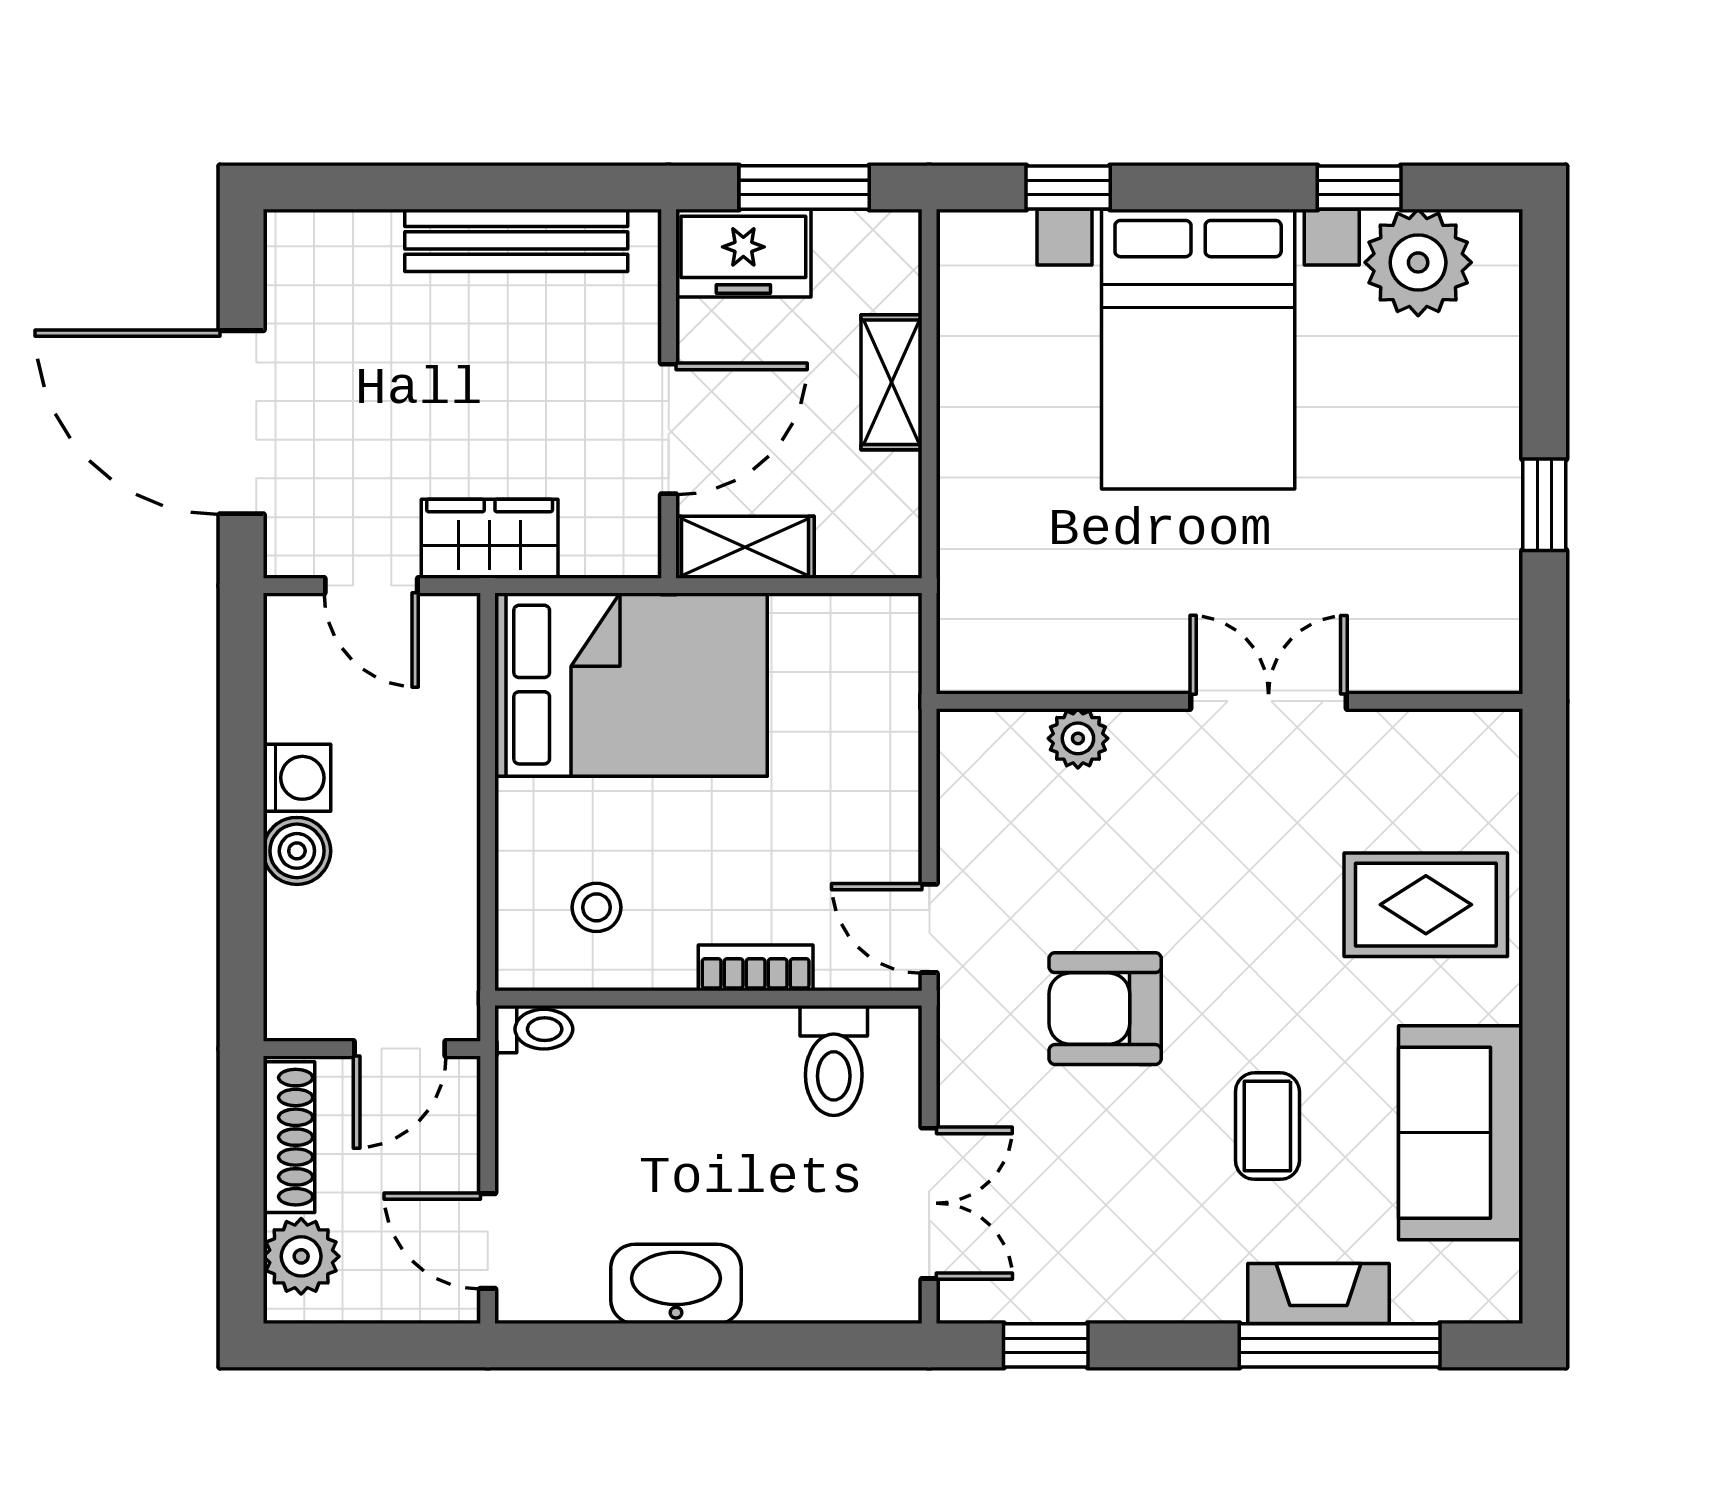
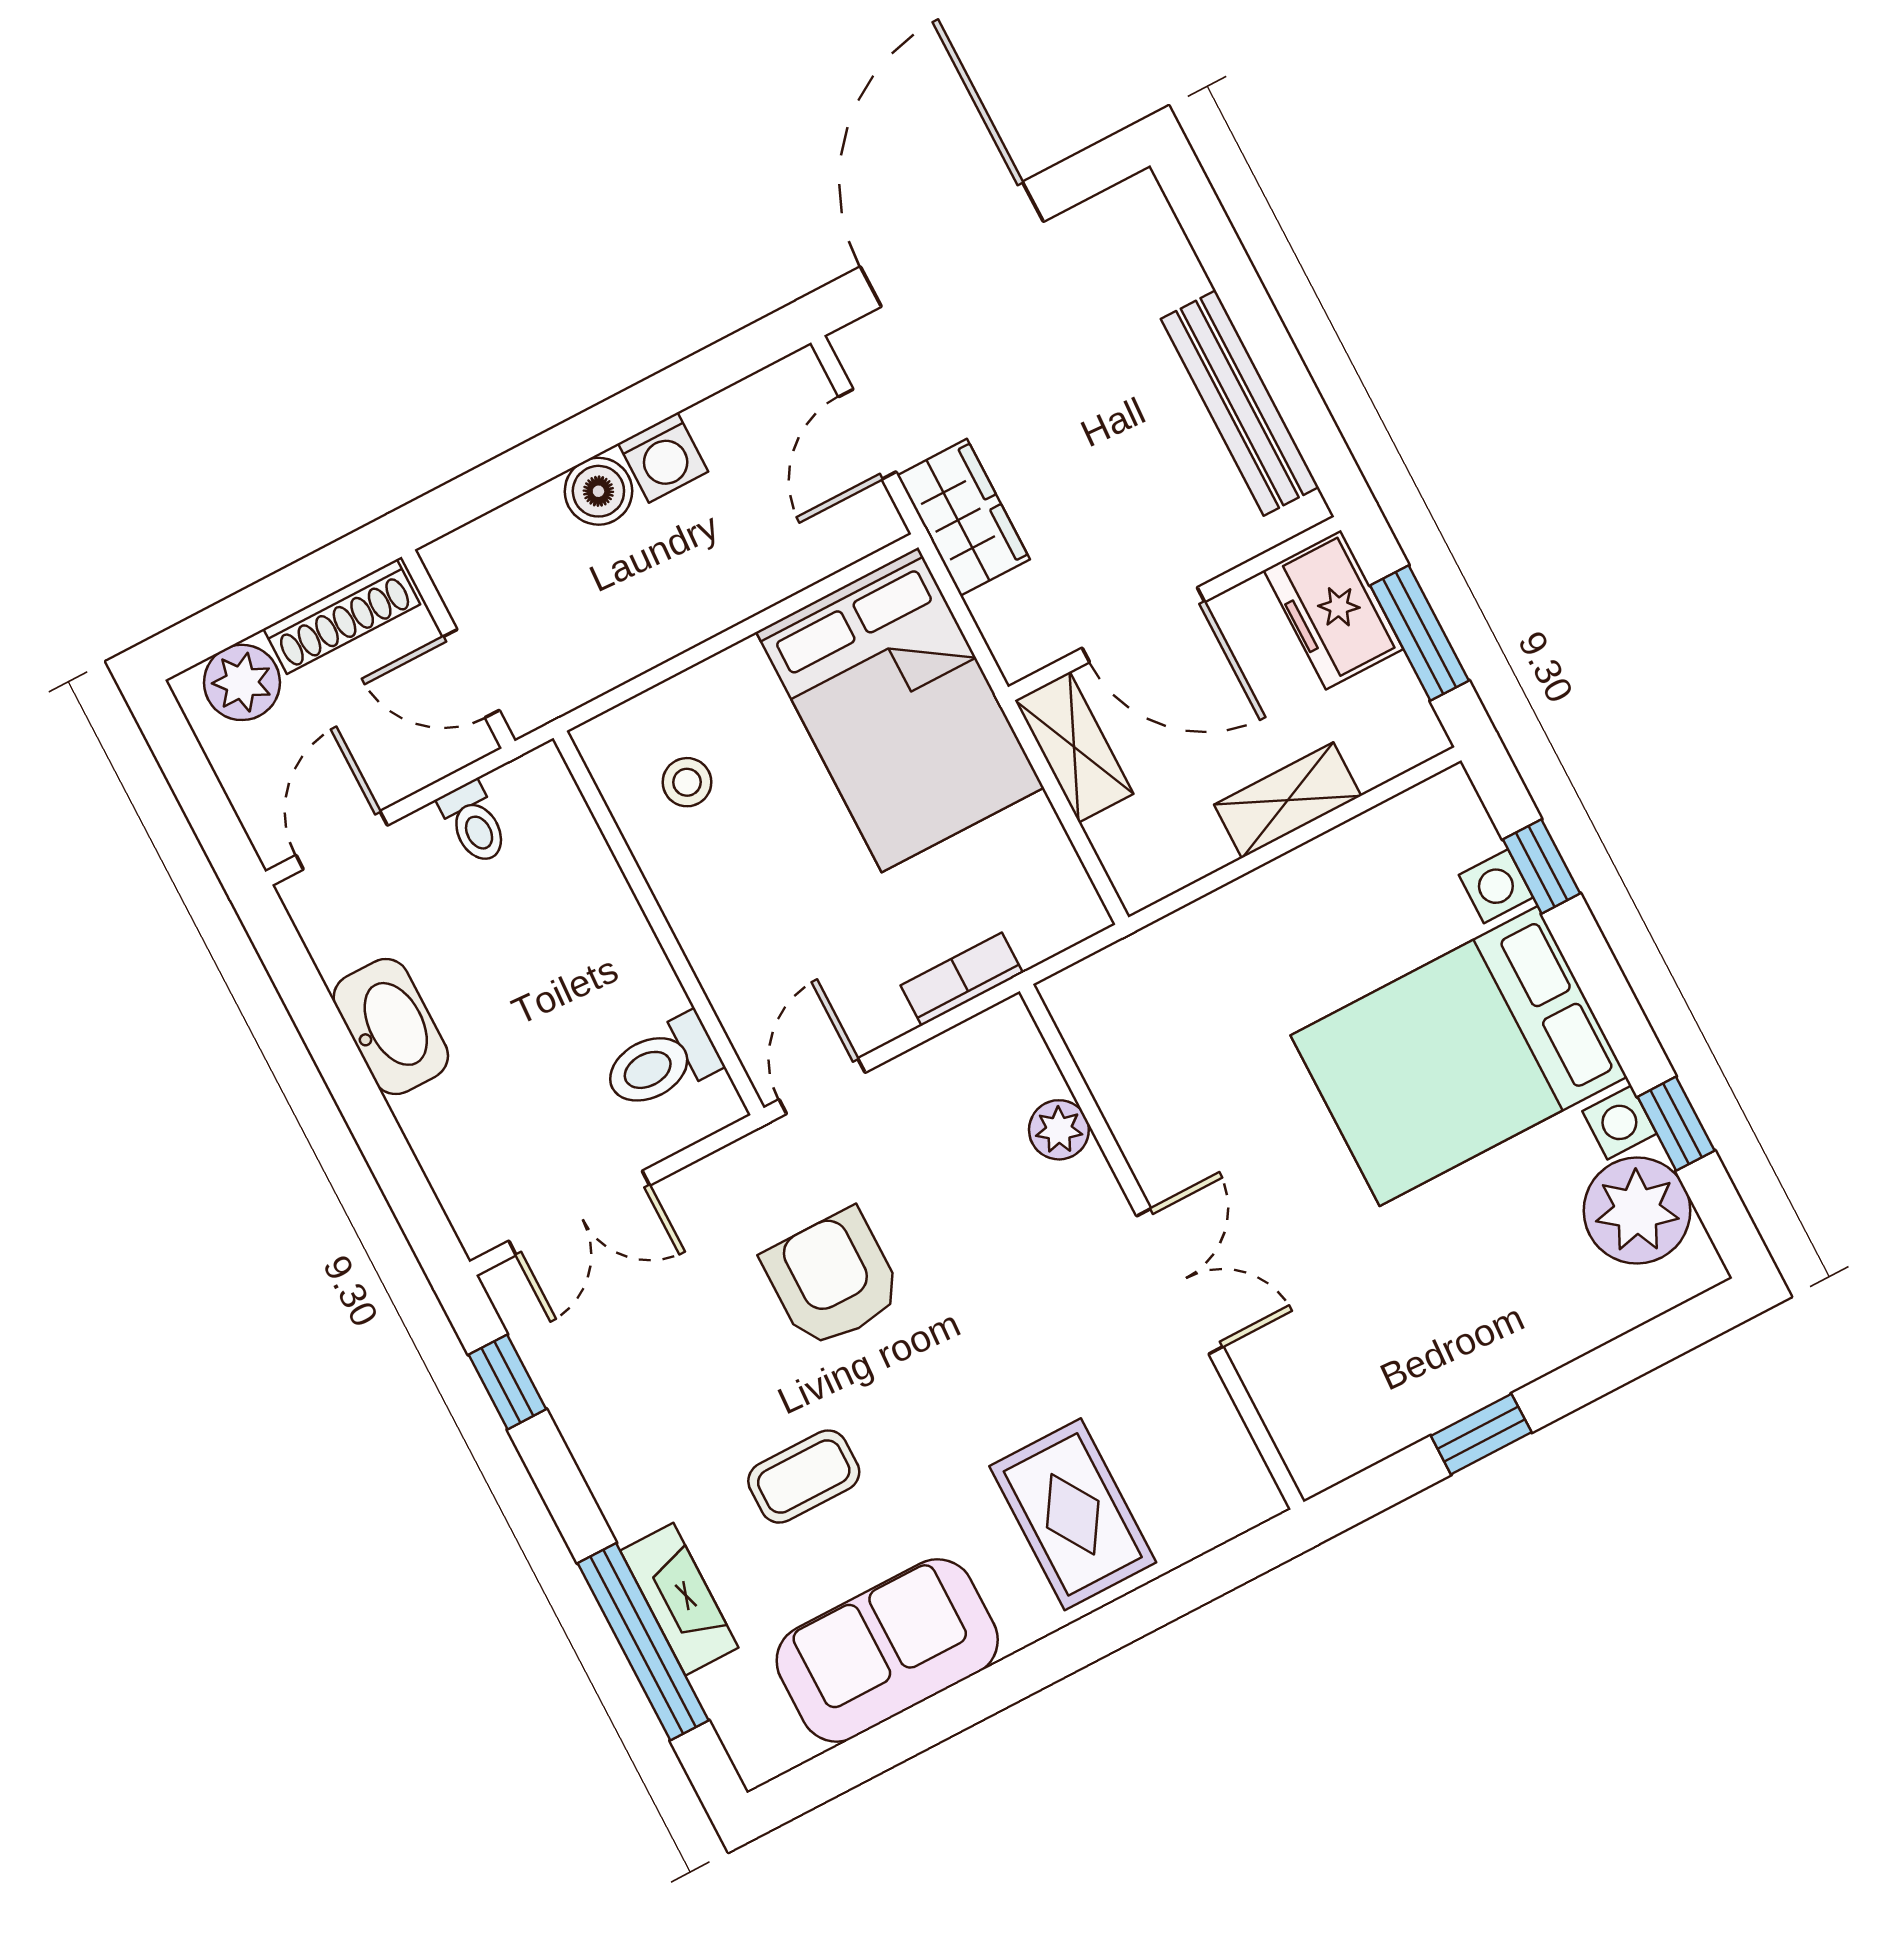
bookcase: (756, 968) -> (962, 979), moved, turned -90
toilet: (534, 1029) -> (474, 823), moved

